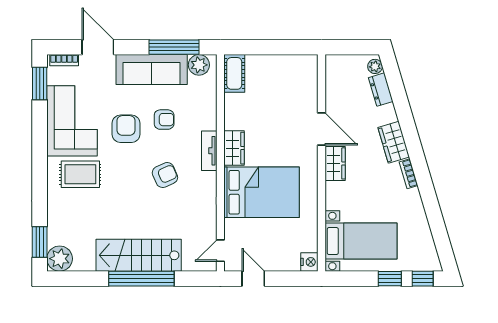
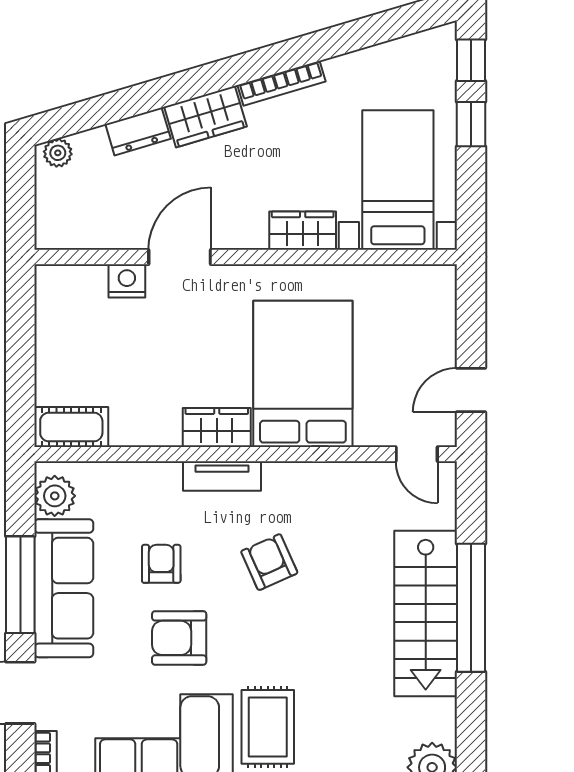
window: (174, 47) -> (20, 585), moved
dresser: (381, 90) -> (138, 131), moved
wardrobe: (335, 163) -> (303, 231), moved
bookcase: (408, 174) -> (282, 83), width x1.56
nightstand: (309, 262) -> (127, 281), moved

